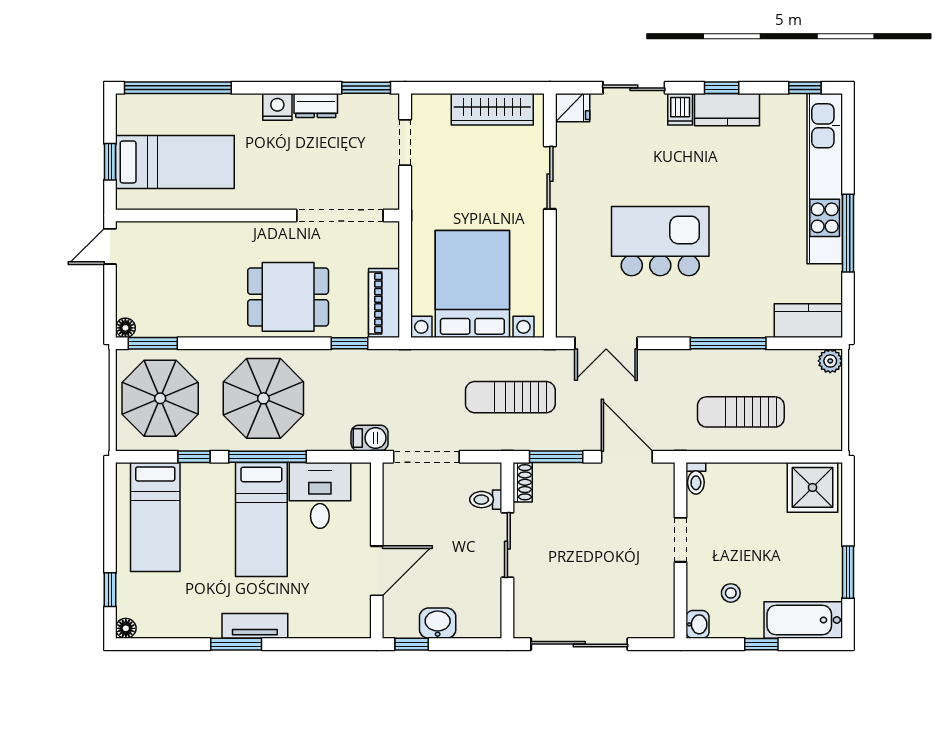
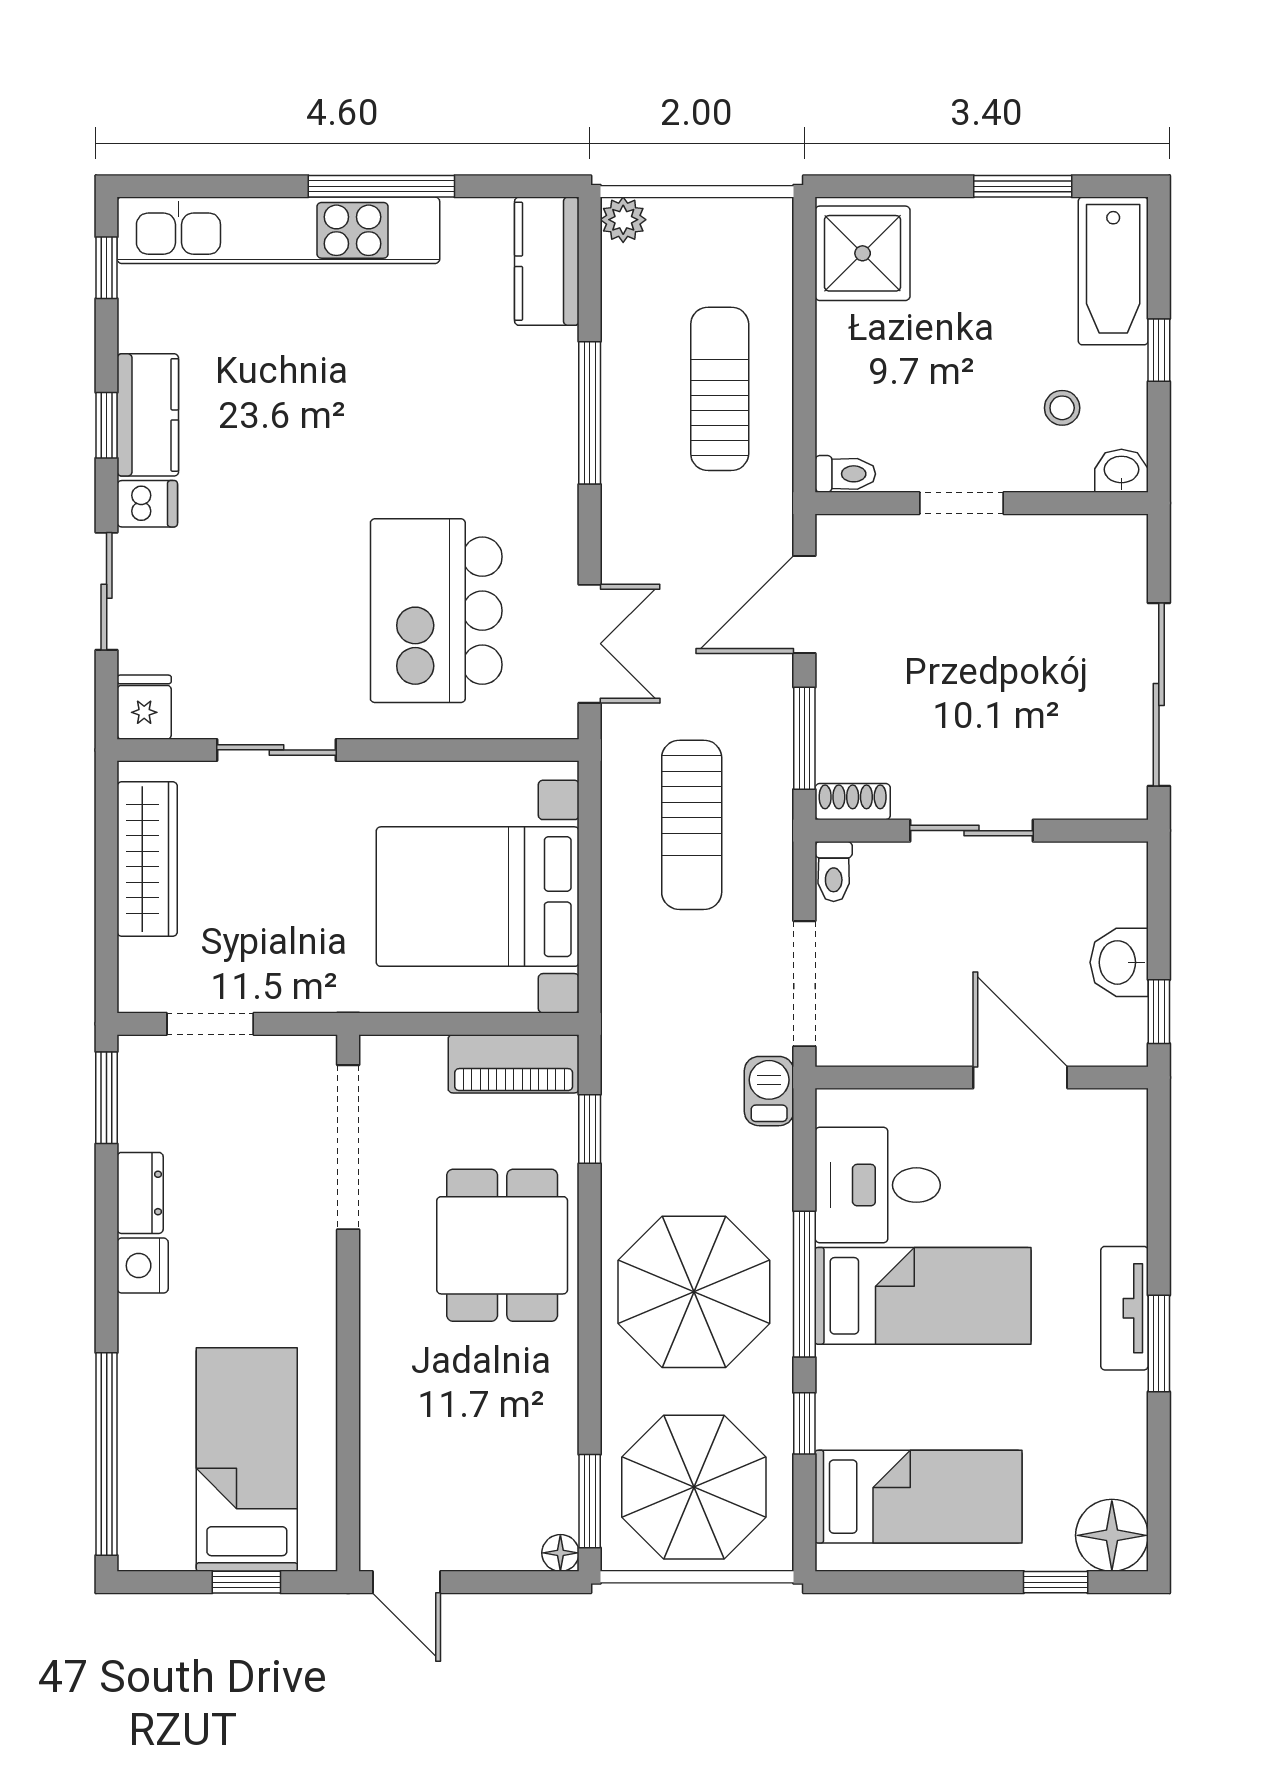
kitchen island: (660, 241) -> (436, 611), moved
sun lounger: (741, 412) -> (720, 389), turned 180
toilet: (486, 500) -> (834, 871), moved
floor lamp: (126, 628) -> (1112, 1535), width x1.89, depth x1.89

